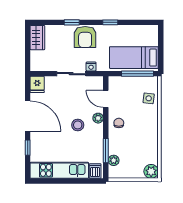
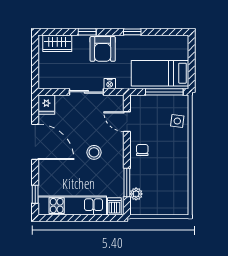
wardrobe: (37, 38) -> (57, 43), moved, turned 90
plant: (98, 118) -> (118, 144), removed
window: (28, 148) -> (35, 194), moved
plant: (151, 171) -> (180, 207), removed

